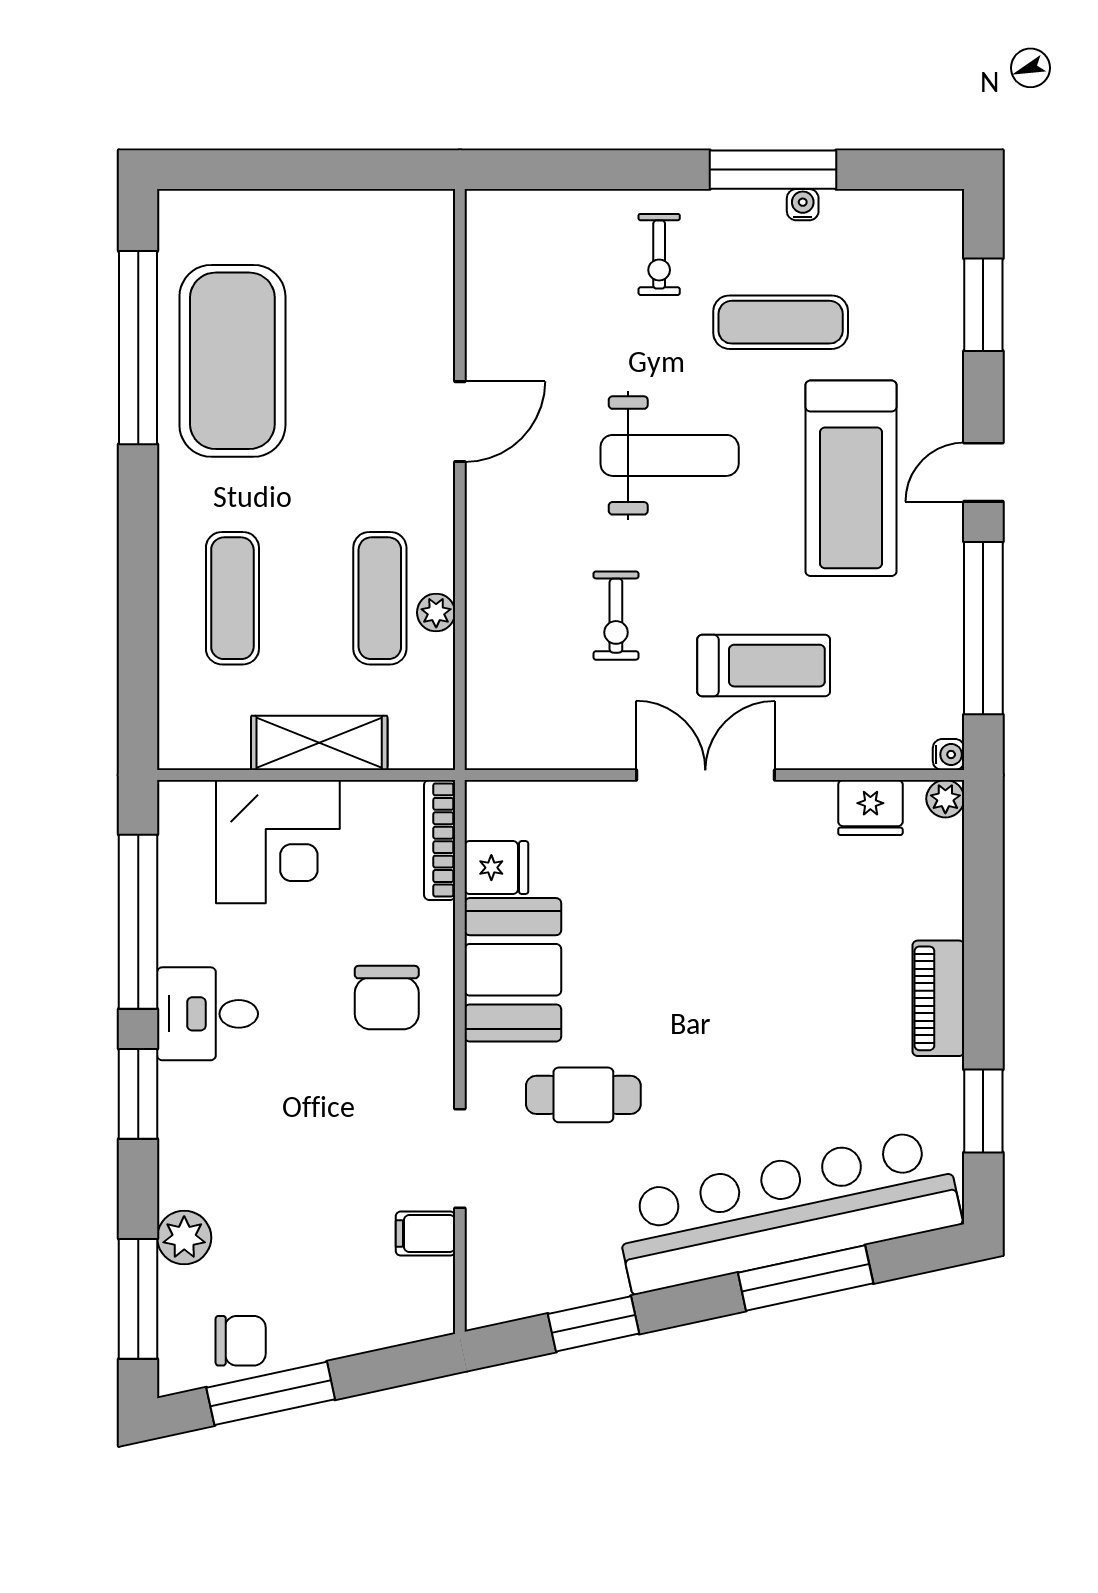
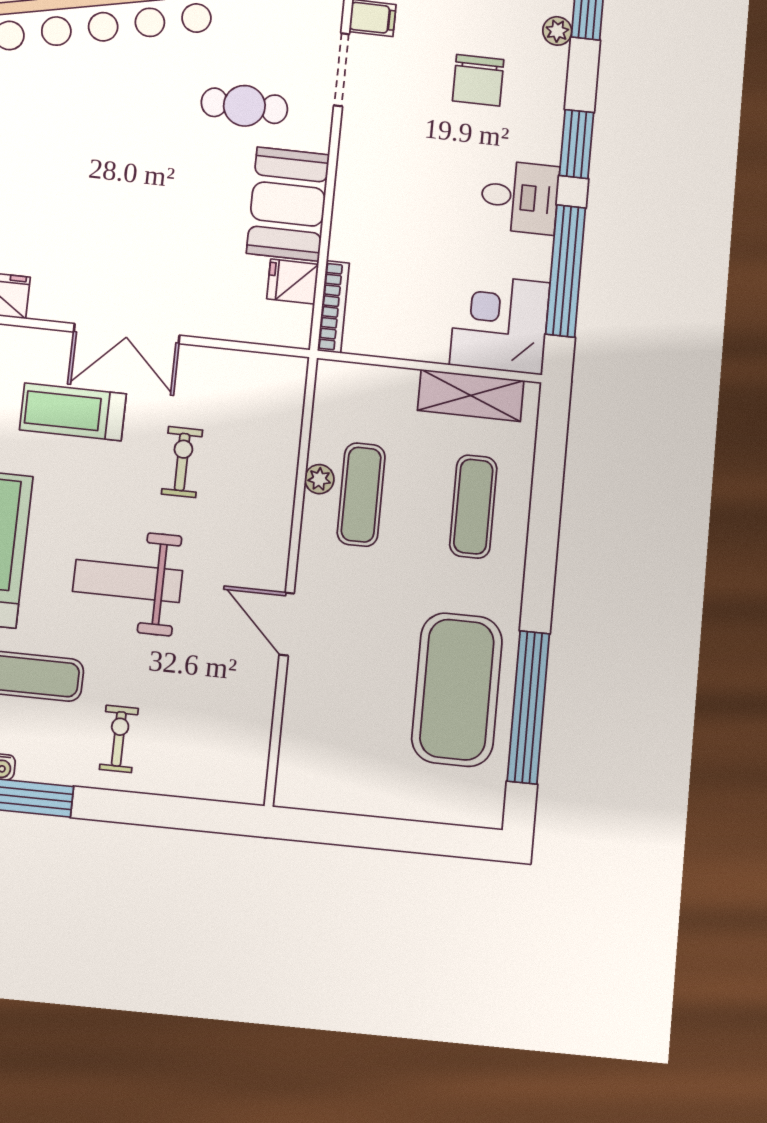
door: (460, 422) -> (287, 624), hinge flipped
shelving: (319, 743) -> (471, 395), moved
corner desk: (278, 842) -> (500, 324), moved
chair: (387, 998) -> (478, 80), moved, turned 180
plant: (184, 1238) -> (557, 31), width x0.73, depth x0.73

